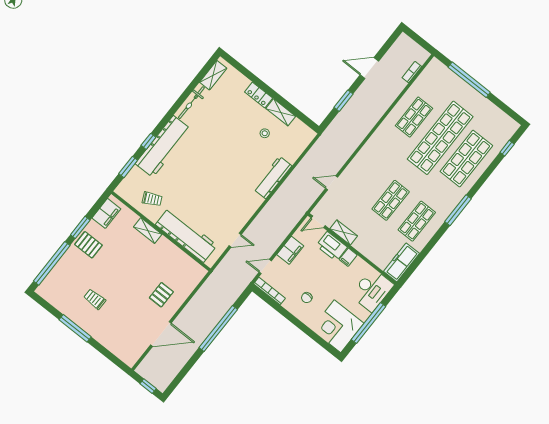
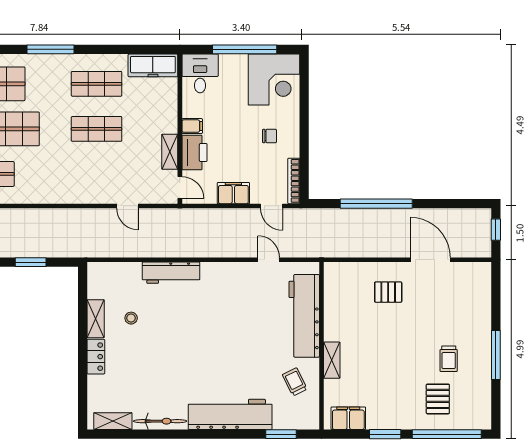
window: (148, 141) -> (237, 434), removed
pallet: (88, 245) -> (438, 399), moved
desk: (372, 290) -> (200, 73), width x0.73

